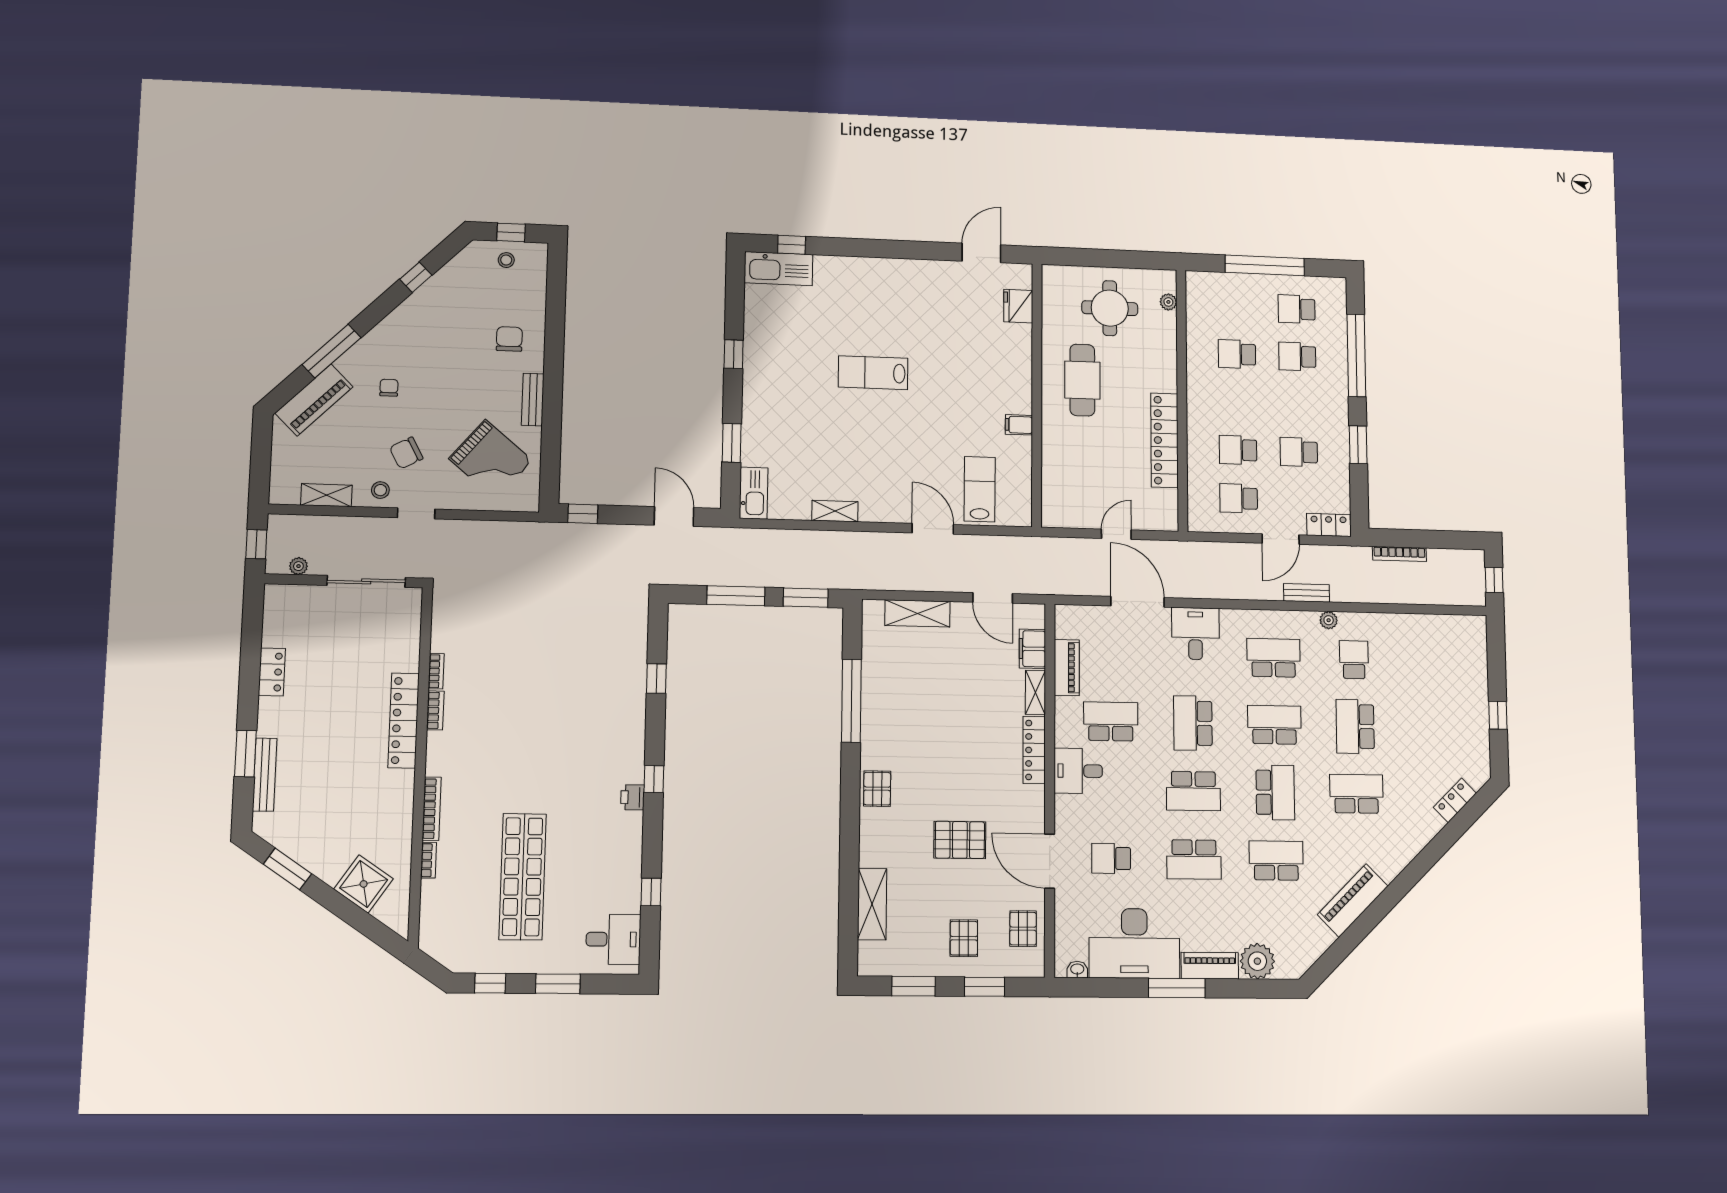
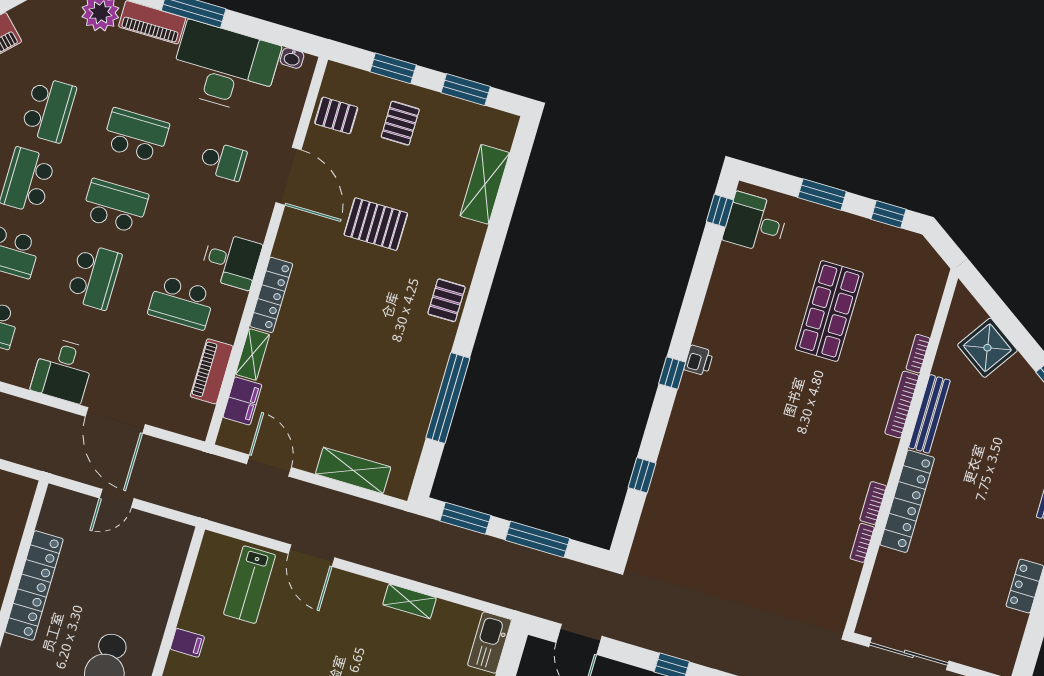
bench: (403, 807) -> (929, 414), added
school desk: (1276, 861) -> (49, 110), turned -90
shop shelf: (523, 877) -> (829, 311), width x0.71
window: (651, 892) -> (720, 211), moved
pallet: (1023, 929) -> (336, 115), turned 90

